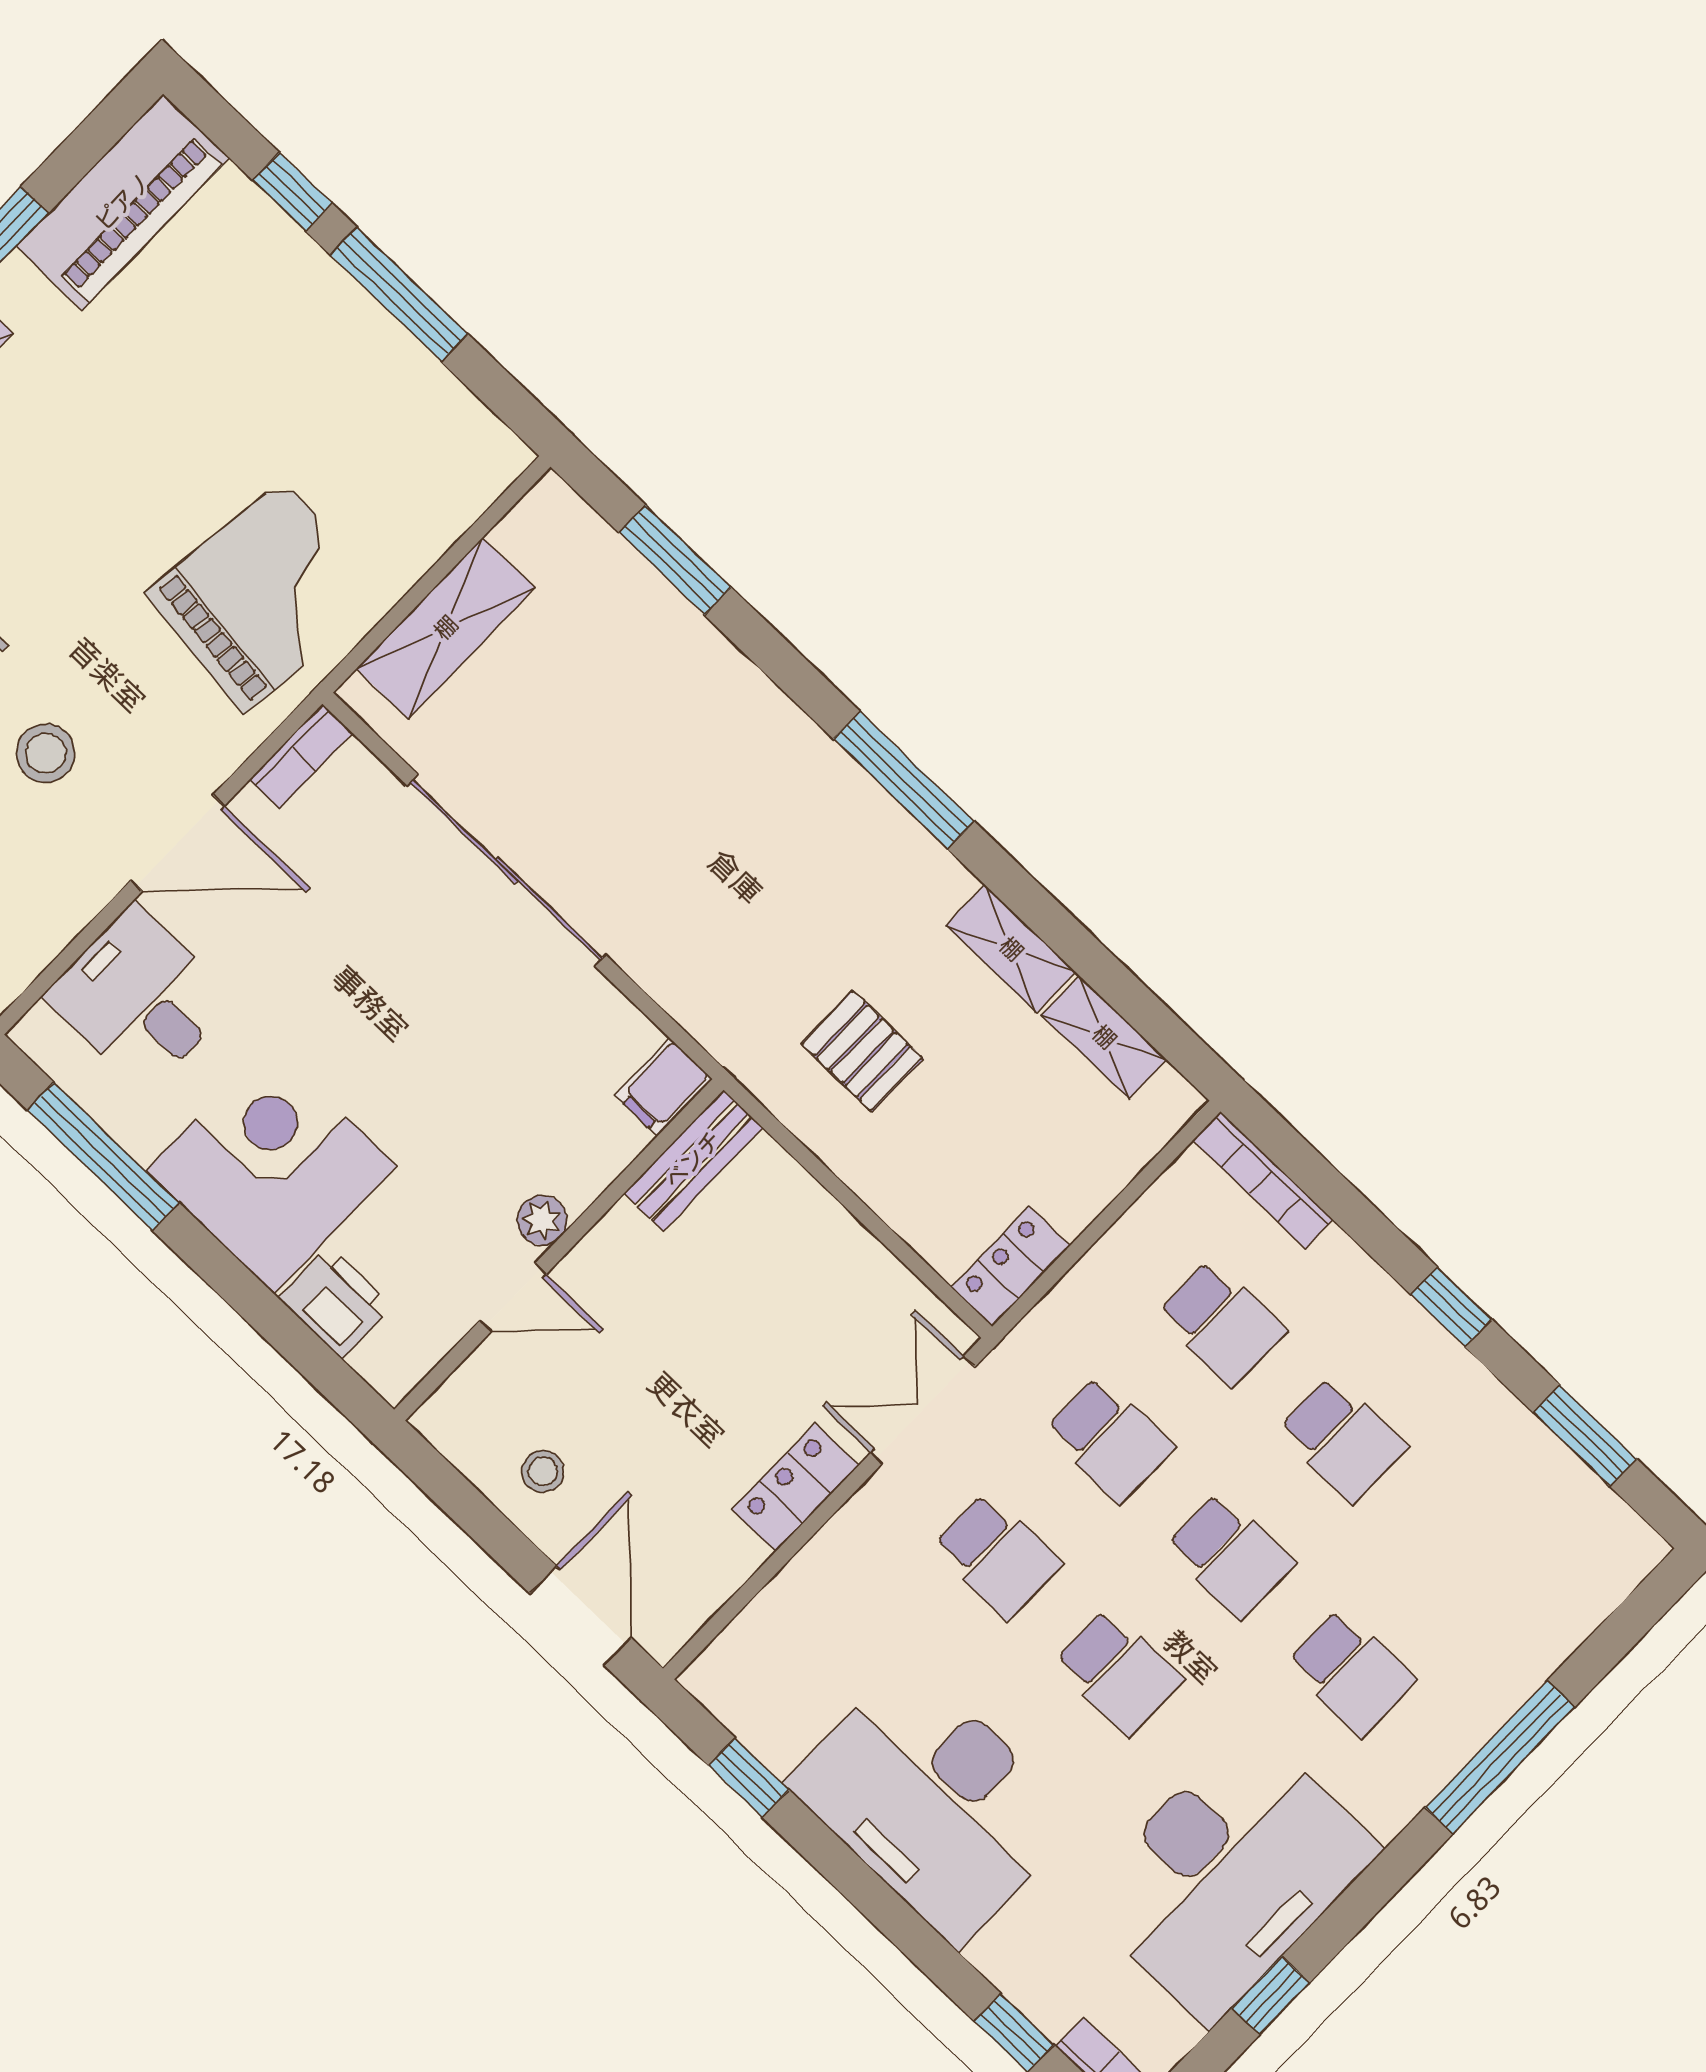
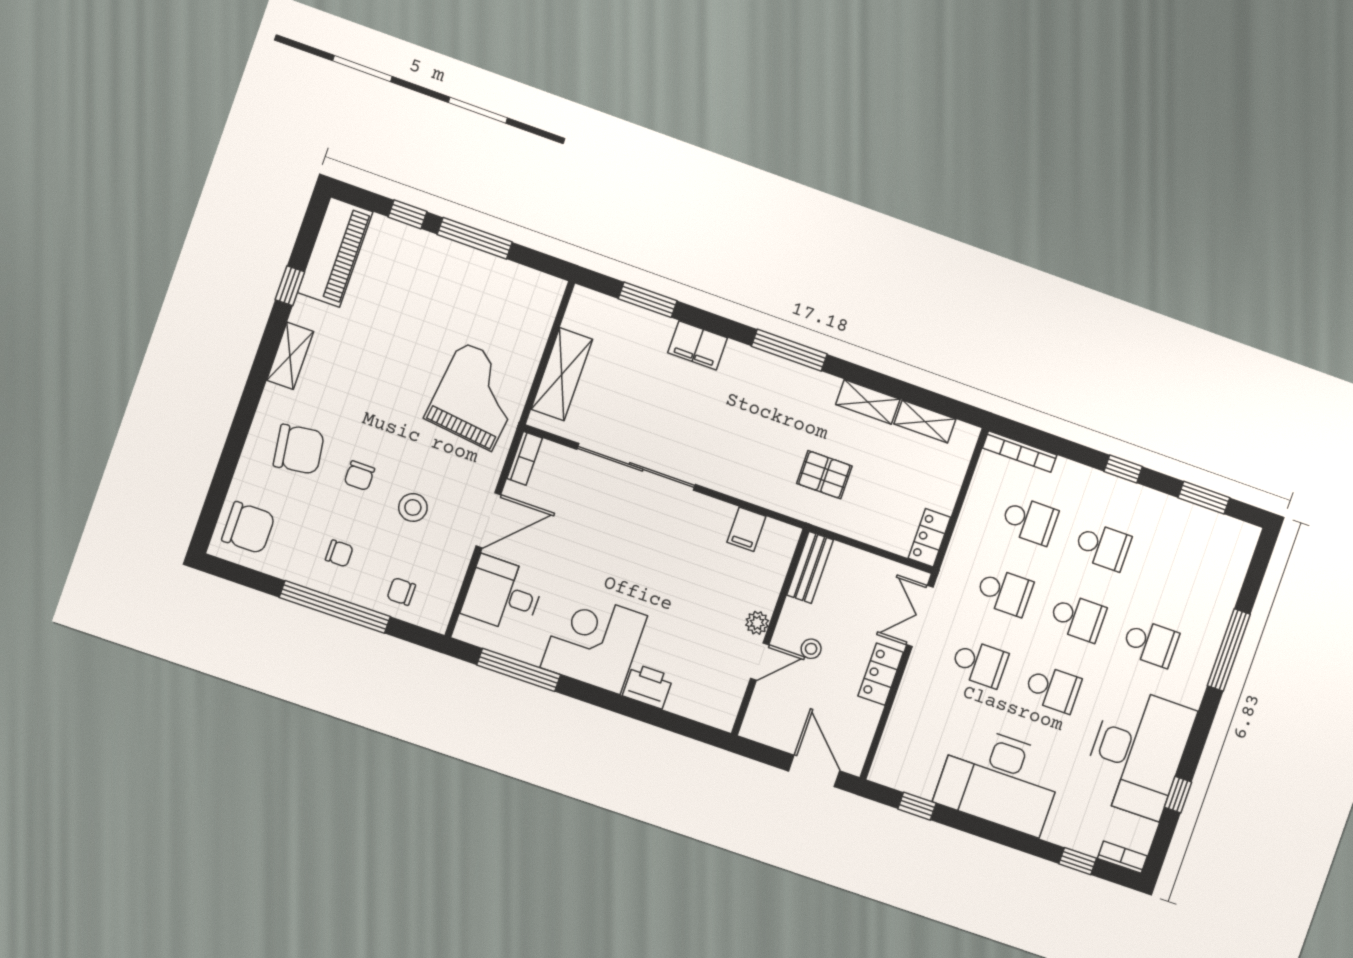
filing cabinet: (731, 691) -> (698, 345), added
bench: (693, 1160) -> (810, 567), moved
plant: (542, 1220) -> (757, 623), moved
wall: (559, 1250) -> (770, 632), moved
door: (513, 1297) -> (760, 661), moved
stool: (543, 1471) -> (811, 649), moved

